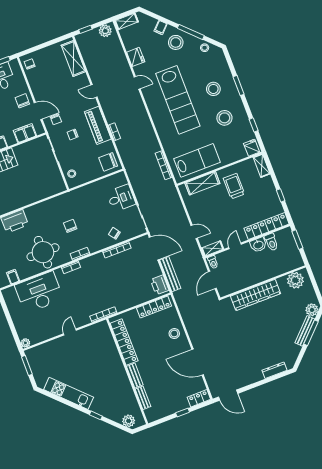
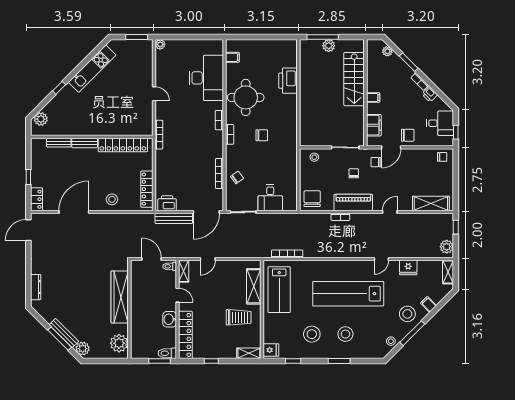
toilet: (271, 242) -> (167, 353), moved

